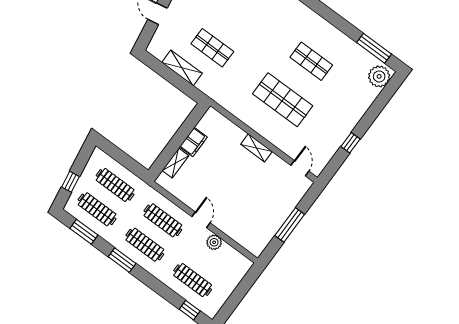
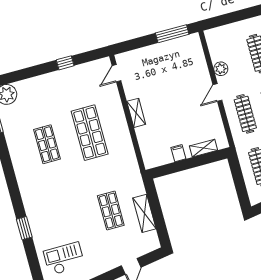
filing cabinet: (193, 142) -> (178, 153), width x0.50
window: (290, 225) -> (172, 34), moved

